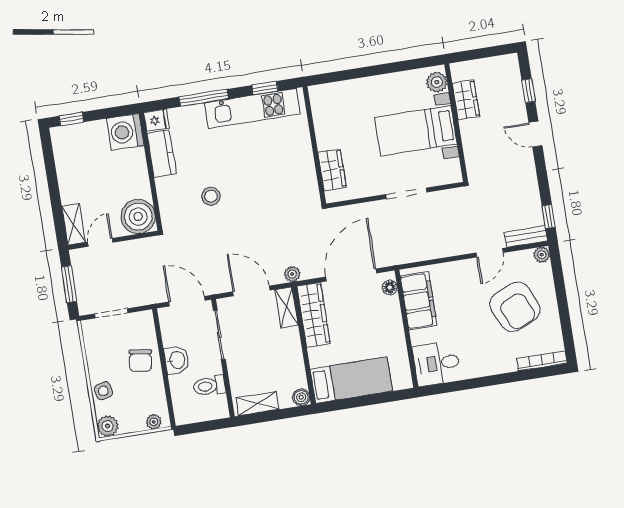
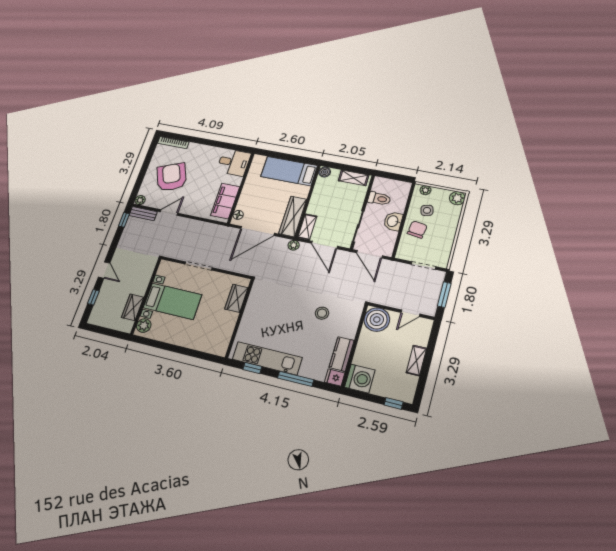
shelving: (73, 224) -> (416, 361), moved
side table: (103, 391) -> (427, 210), moved

